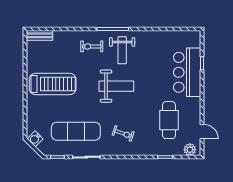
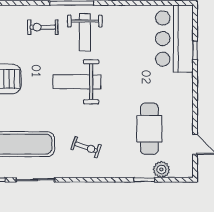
bar counter: (187, 72) -> (174, 39), moved
weight bench: (116, 86) -> (77, 82), turned 180
plant: (190, 150) -> (161, 169), moved

